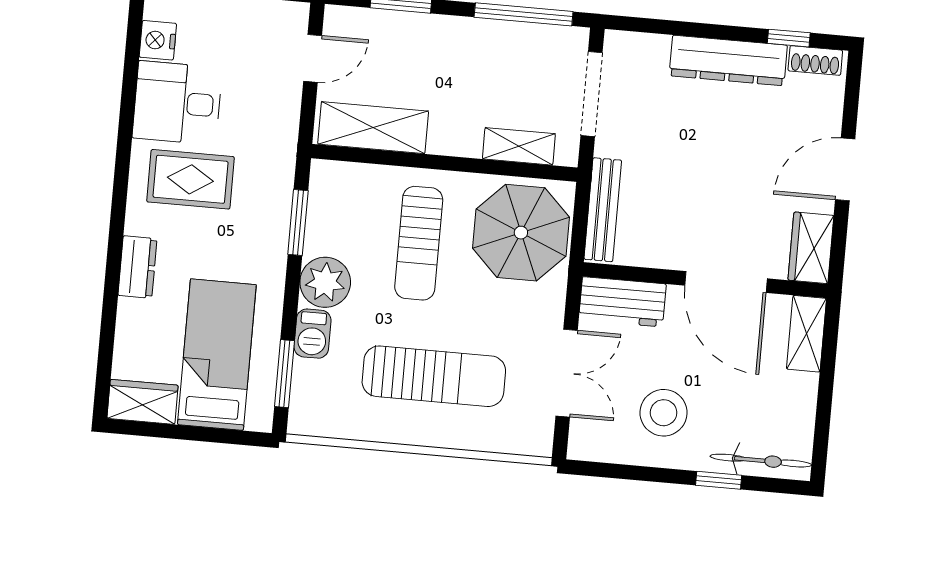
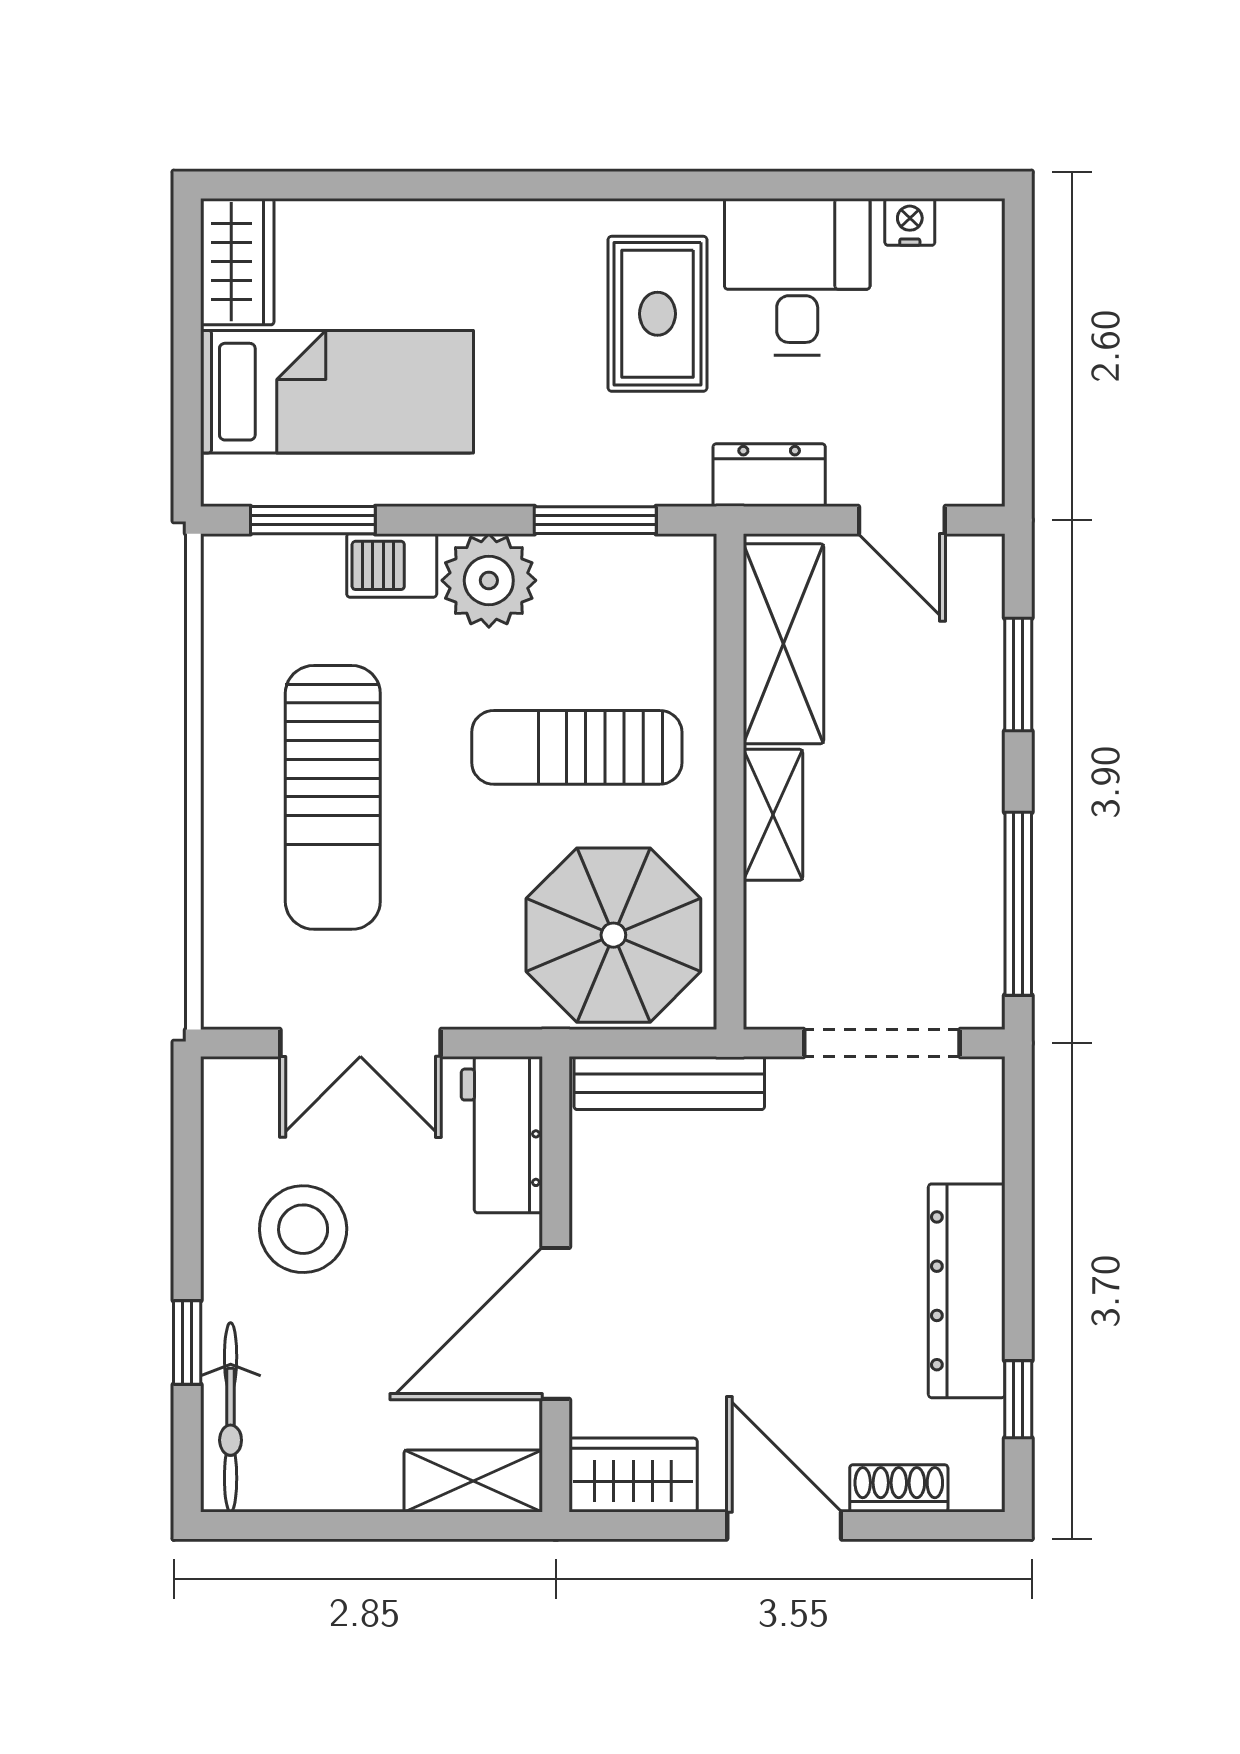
nightstand: (158, 40) -> (910, 222), width x0.72, depth x0.74
shoe rack: (815, 60) -> (899, 1488), moved, turned 90
shelving: (519, 146) -> (773, 815), moved
dresser: (137, 267) -> (769, 475), moved, turned 180

